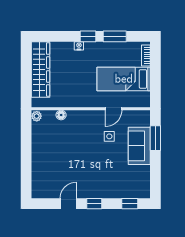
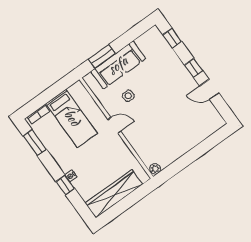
window: (88, 36) -> (65, 185), moved
window: (115, 36) -> (35, 142), moved
door: (113, 109) -> (114, 125), moved
floor lamp: (61, 115) -> (139, 149), removed
sofa: (139, 146) -> (118, 65), width x1.36

